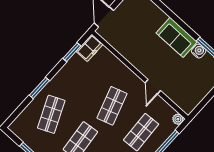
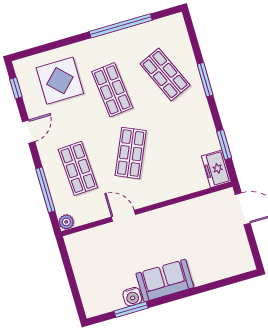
shop shelf: (112, 106) -> (131, 153), turned 42

